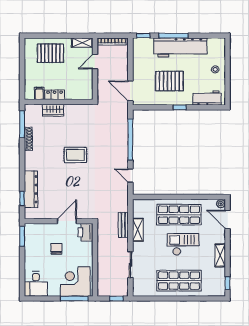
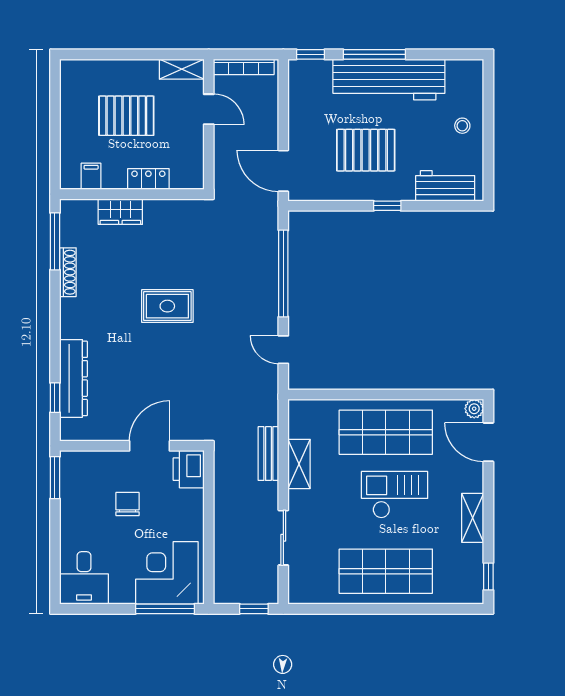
pallet: (50, 53) -> (126, 116), moved
door: (95, 62) -> (209, 109), swing flipped
locker: (55, 95) -> (148, 179), moved

